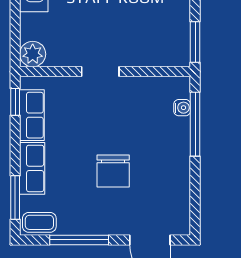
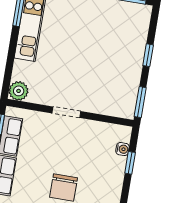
window: (195, 124) -> (130, 163), width x0.46

